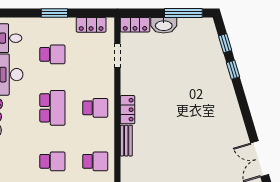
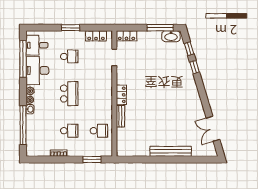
washbasin: (164, 25) -> (171, 36), moved
school desk: (95, 108) -> (99, 94), removed

